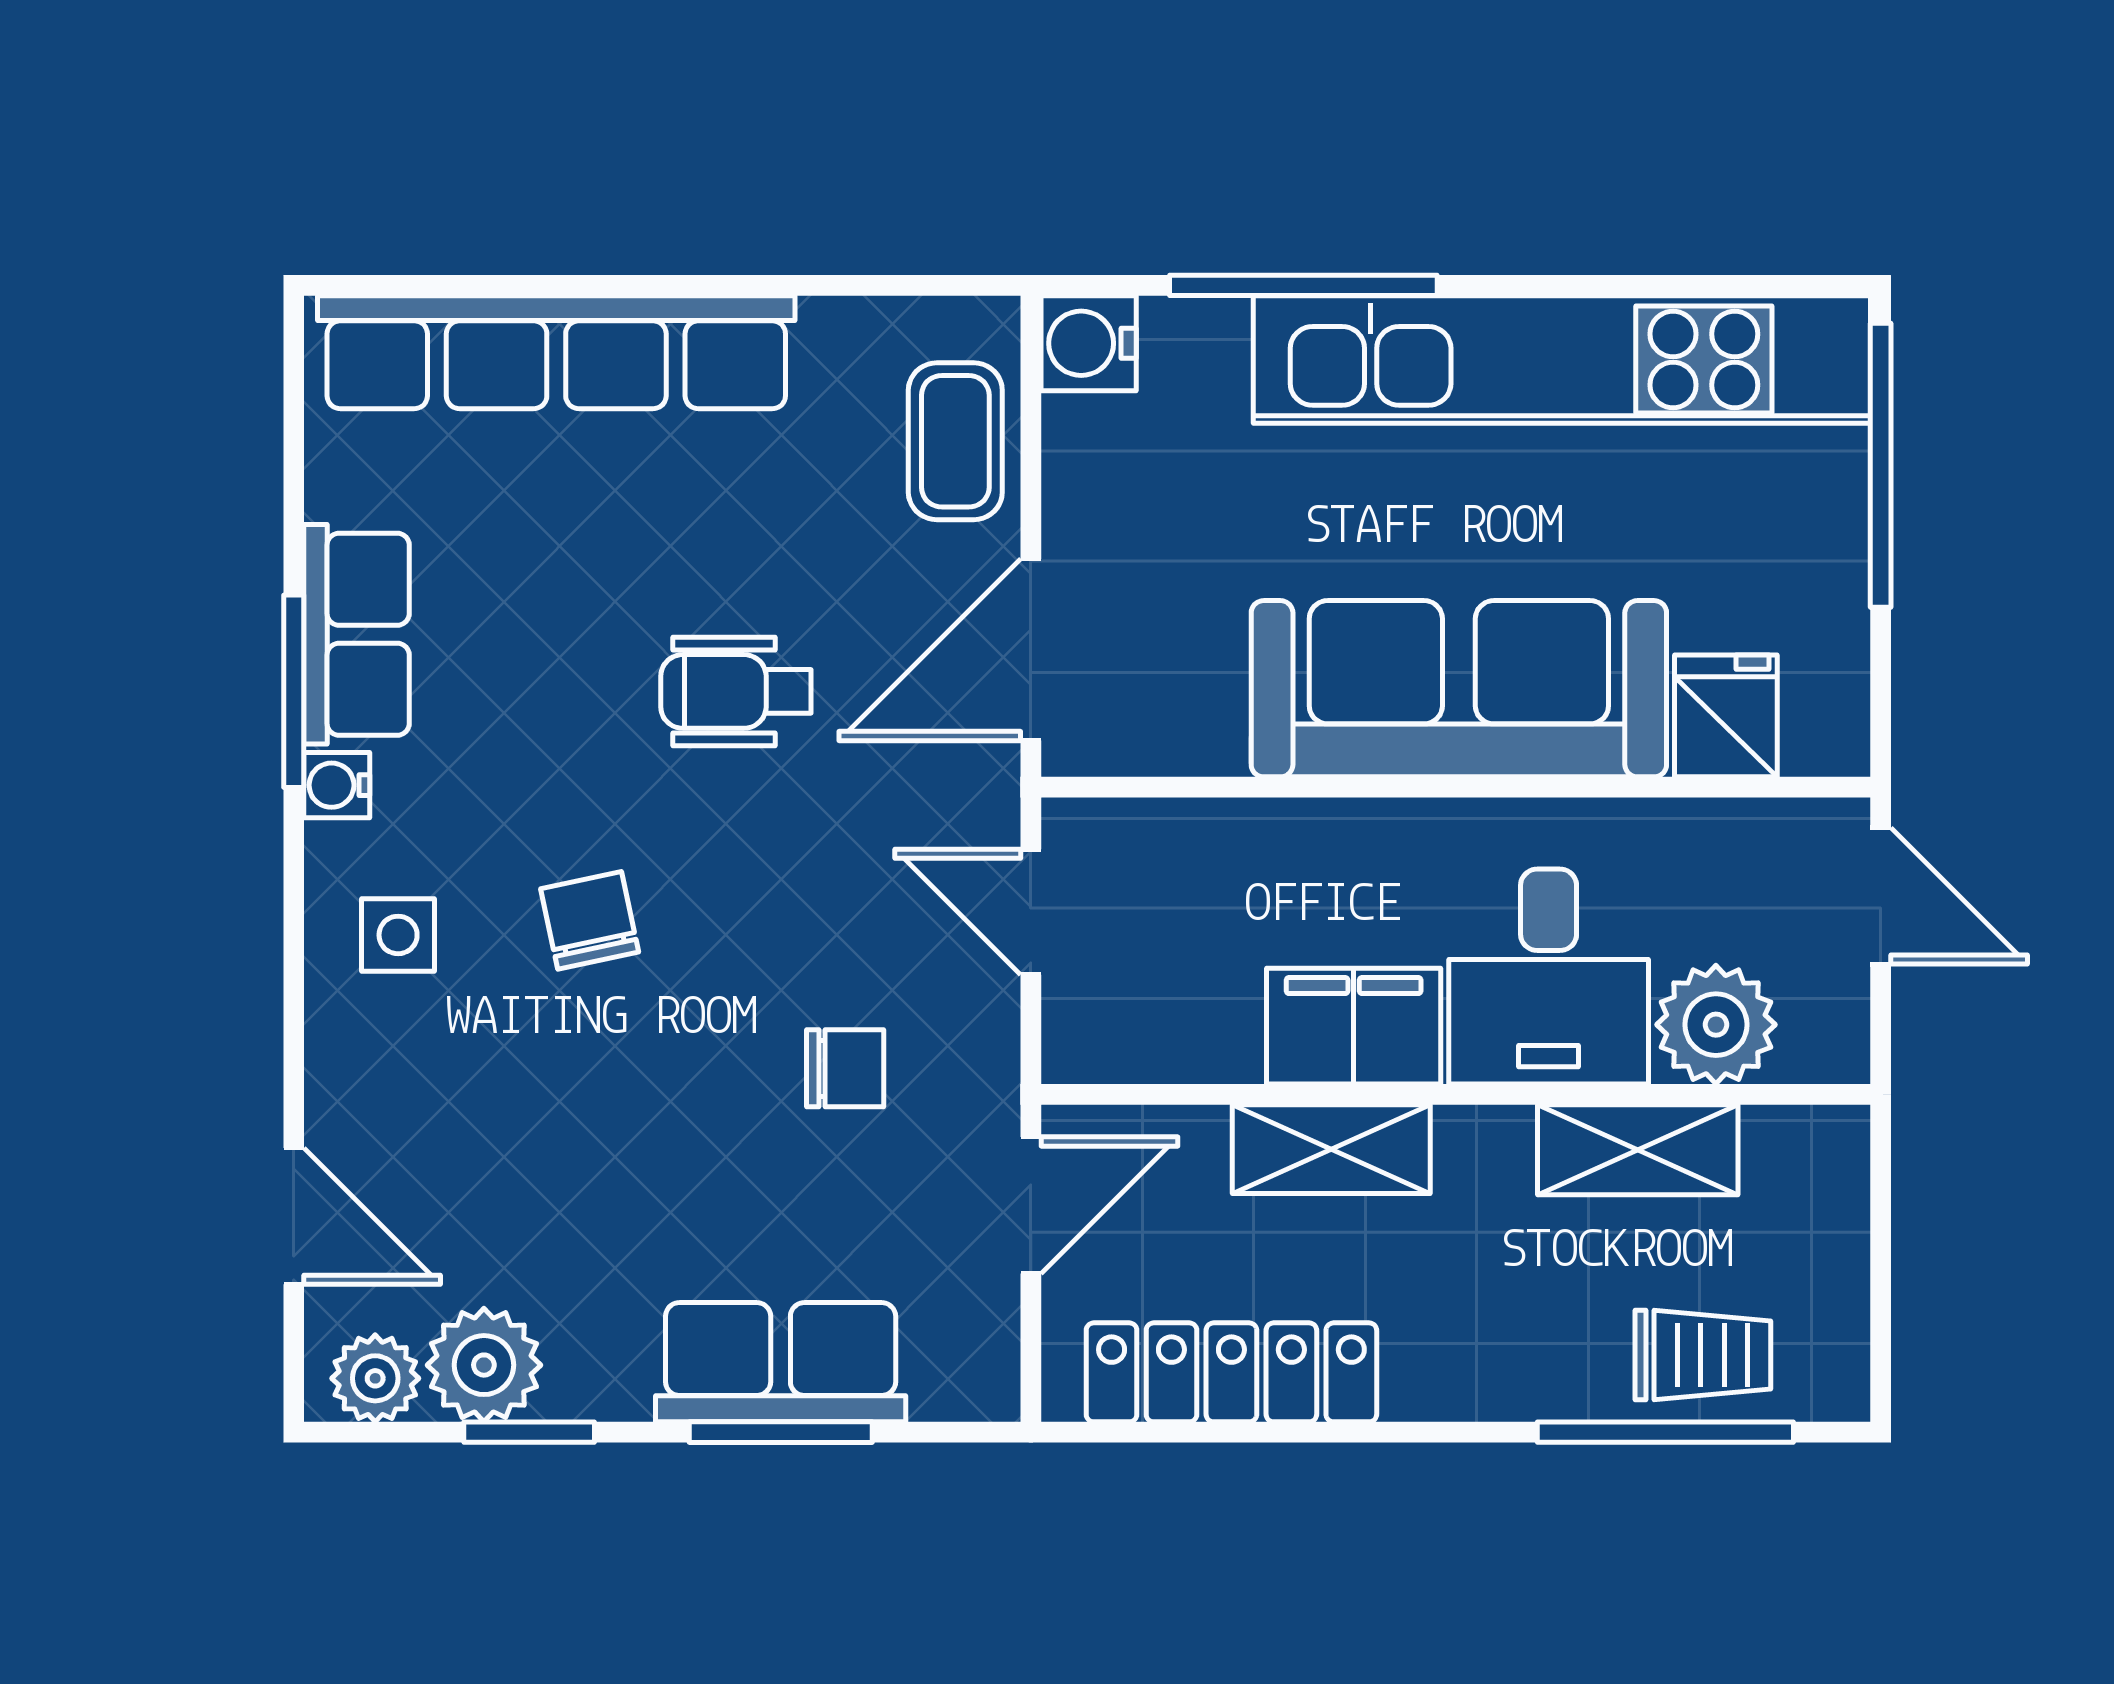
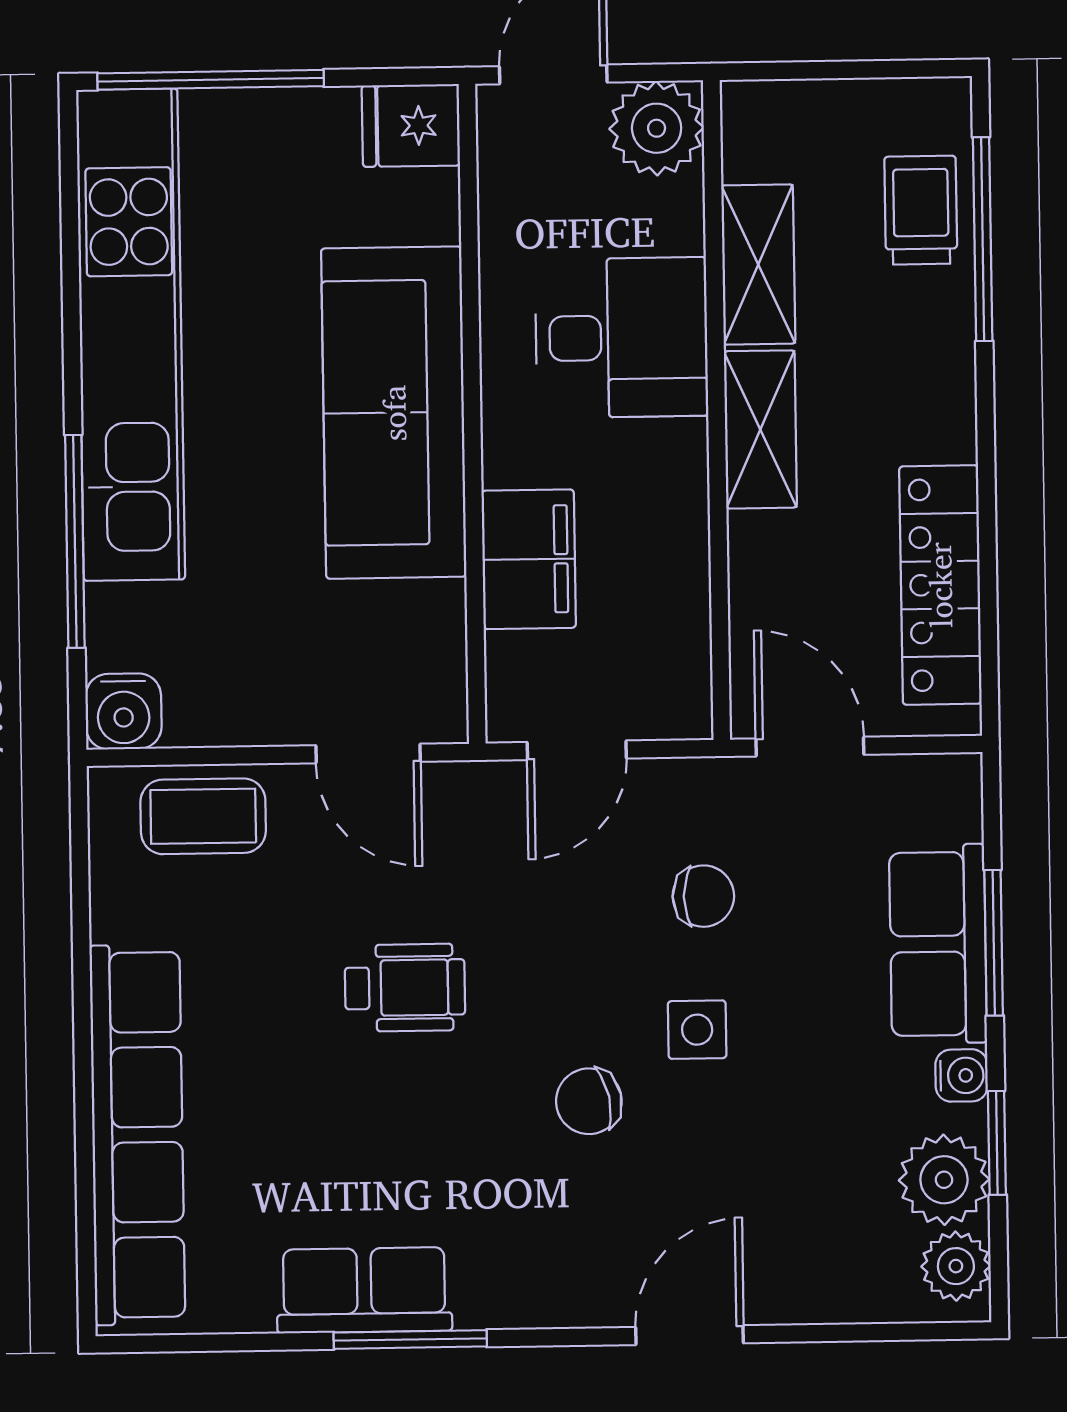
door: (1031, 650) -> (368, 754), width x0.73
wheelchair: (736, 691) -> (405, 988), turned -90
fridge: (1726, 716) -> (411, 126), moved
water cooler: (337, 785) -> (962, 1075), moved, turned -90
side table: (398, 935) -> (697, 1030), moved
plant: (1716, 1025) -> (657, 128), moved
filing cabinet: (1354, 1026) -> (529, 559), moved, turned 180
chair: (845, 1068) -> (703, 896), turned 90
shelving: (1331, 1149) -> (760, 429), moved
door: (294, 1216) -> (690, 1335), moved

